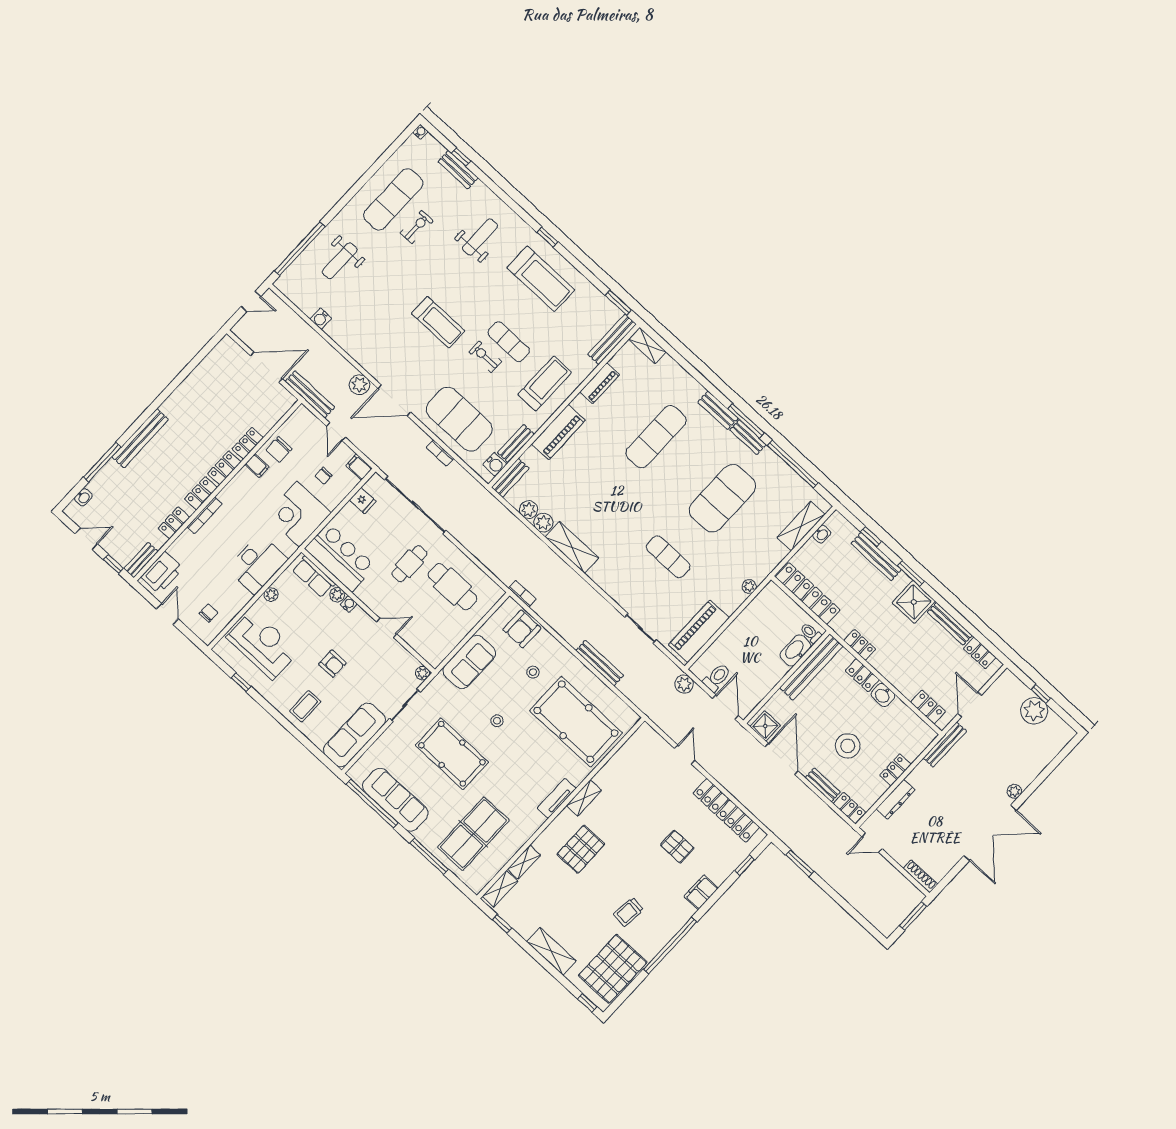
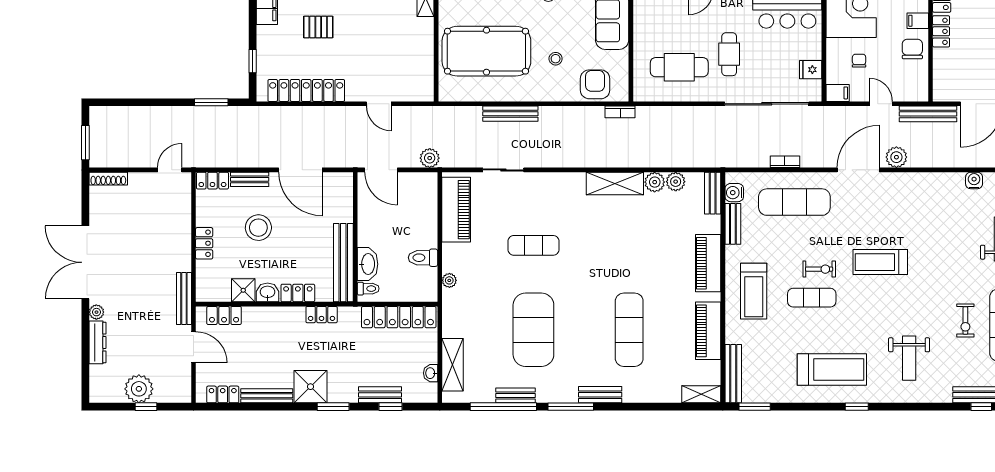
treadmill: (541, 279) -> (832, 369), turned 180
piano: (600, 383) -> (708, 331), width x1.37, depth x1.33
exercise mat: (459, 419) -> (794, 202), width x0.68
bench: (748, 437) -> (515, 395), moved
bench: (876, 557) -> (380, 395), width x0.73
toilet: (717, 677) -> (423, 258), moved, turned 90
shower: (765, 726) -> (243, 290), moved
dresser: (896, 799) -> (97, 342), moved, turned 180

